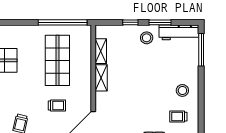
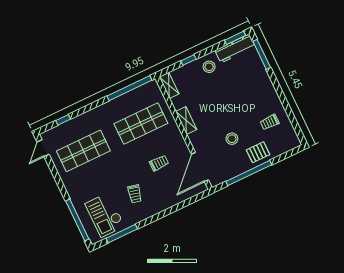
window: (160, 22) -> (235, 38), moved
shelving: (101, 51) -> (169, 85), moved
shop shelf: (57, 60) -> (141, 123), turned 90
stool: (182, 90) -> (232, 139), moved

